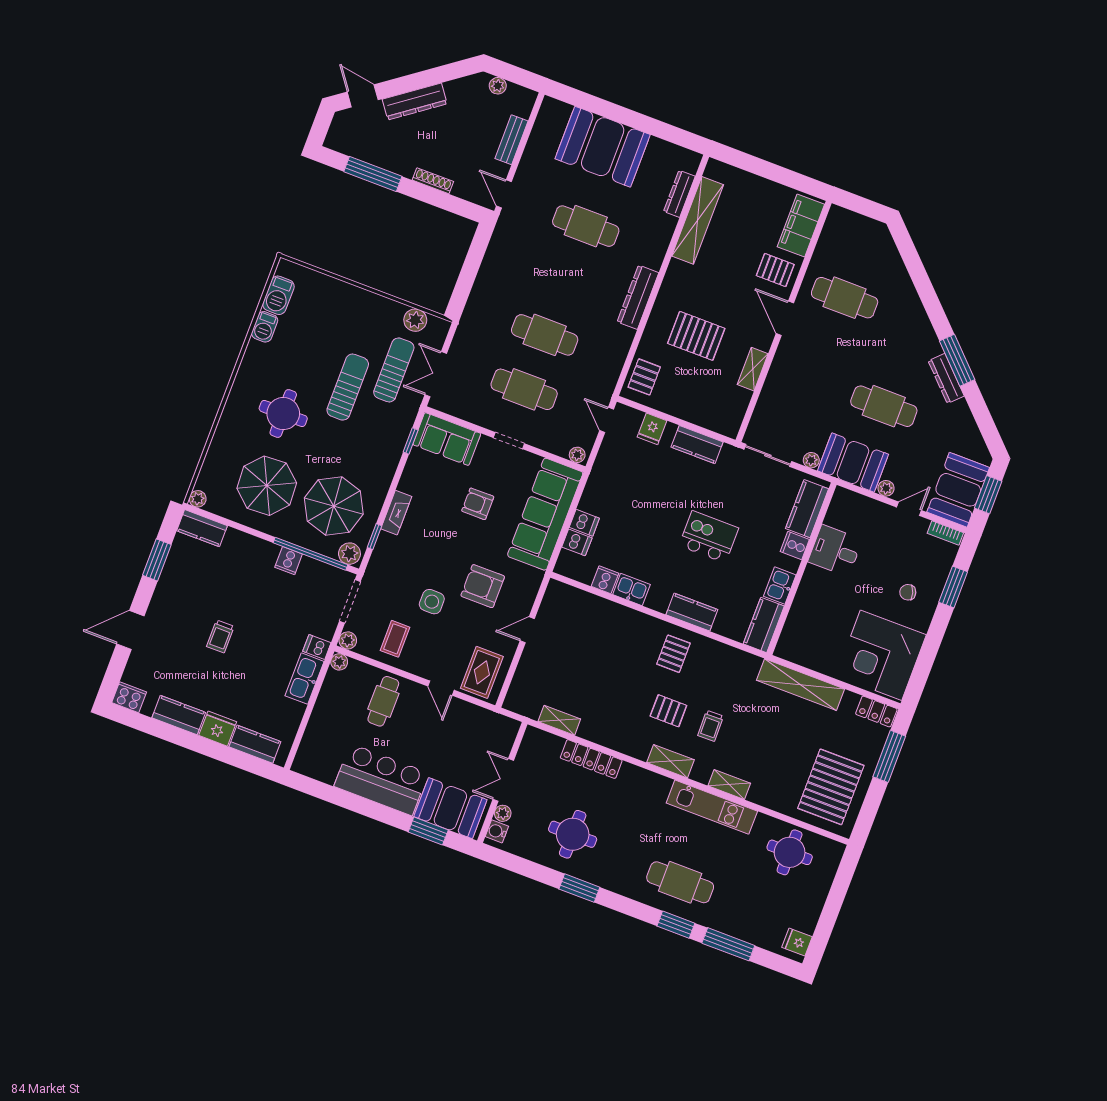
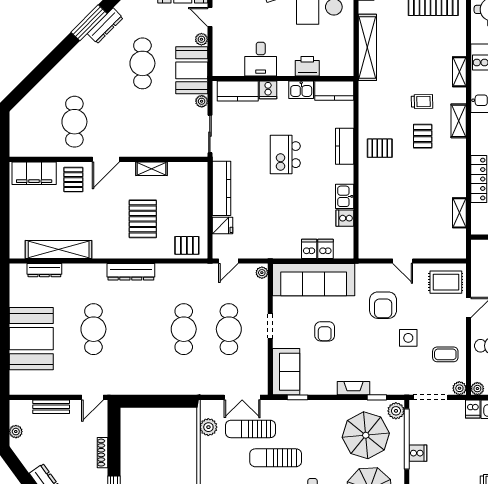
kitchen counter: (697, 445) -> (221, 188), width x1.50
printer: (805, 604) -> (307, 66), added

